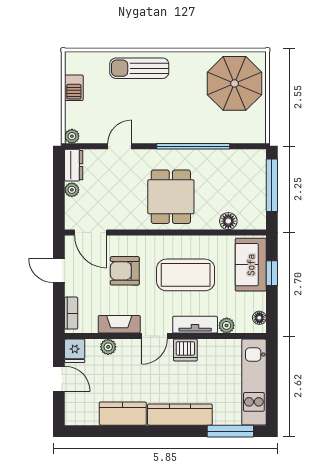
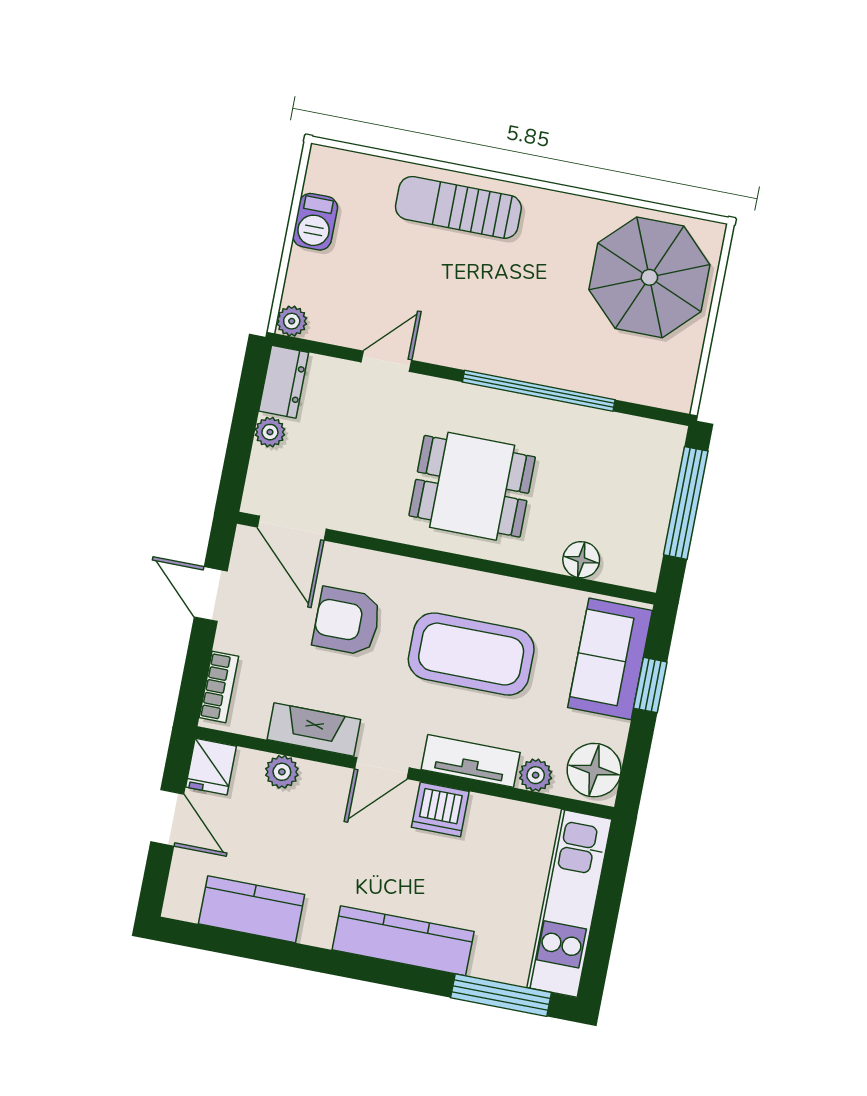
dining table: (171, 197) -> (472, 486), turned 90
floor lamp: (259, 318) -> (594, 770), width x1.89, depth x1.89
kitchen counter: (123, 414) -> (252, 909), moved

